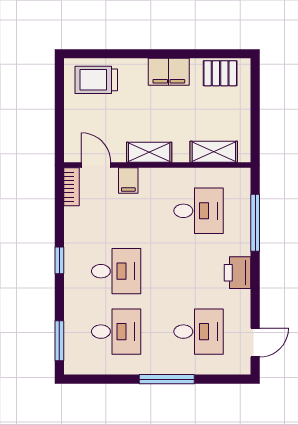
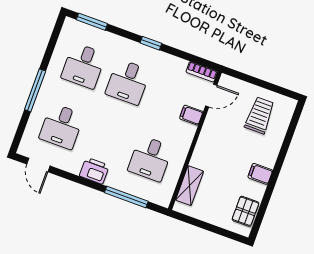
filing cabinet: (169, 72) -> (260, 174), width x0.50
trolley: (96, 80) -> (260, 115), moved
shelving: (149, 152) -> (206, 138), removed

